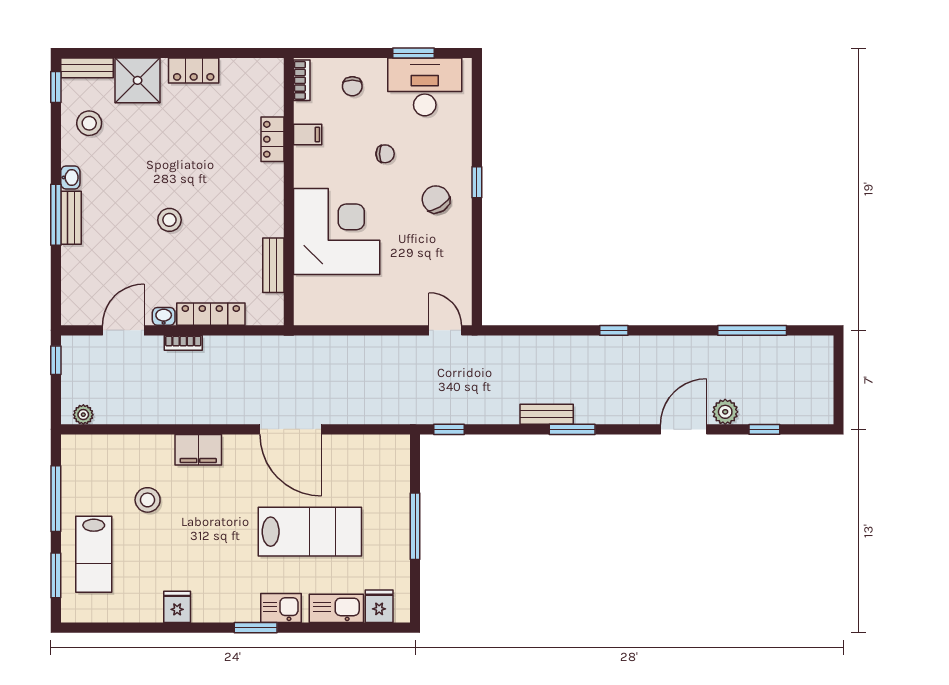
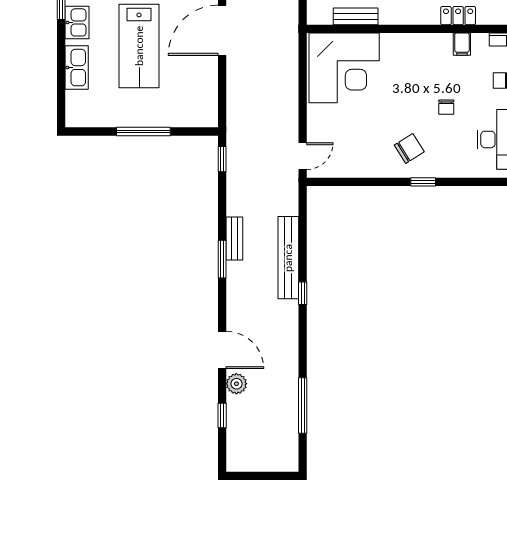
corner desk: (337, 232) -> (344, 68), moved
bench: (570, 348) -> (288, 258), added
fridge: (379, 606) -> (78, 102), removed

